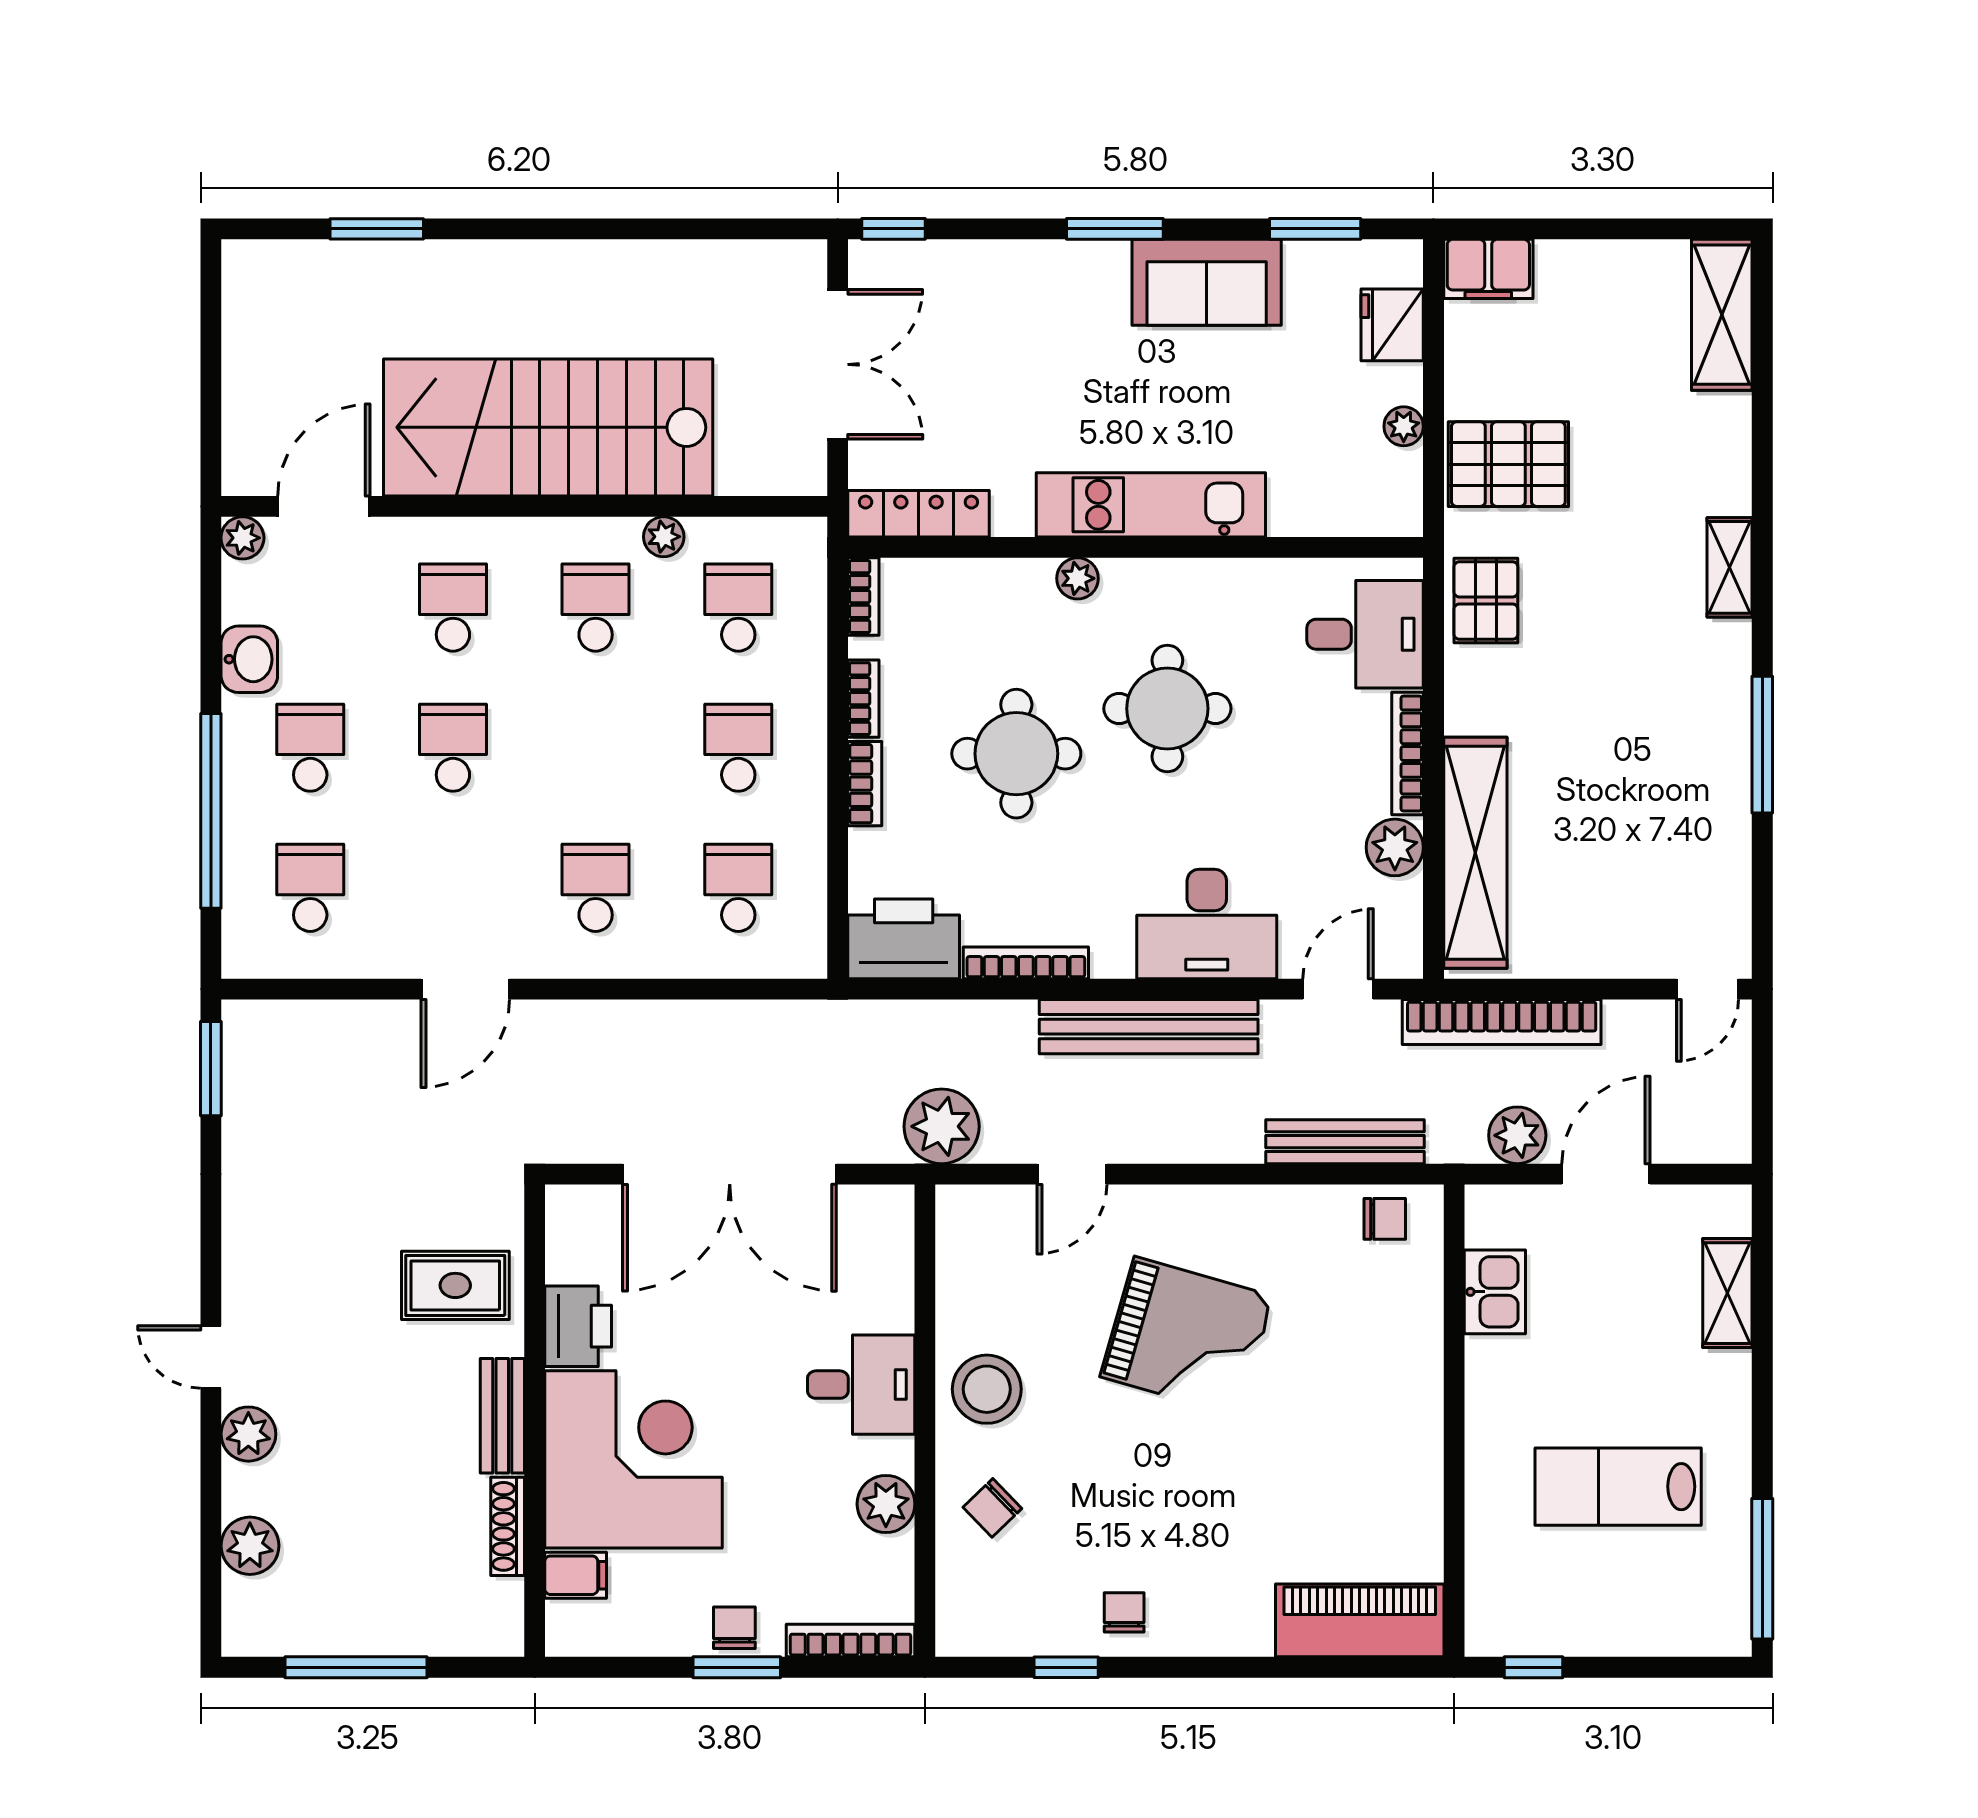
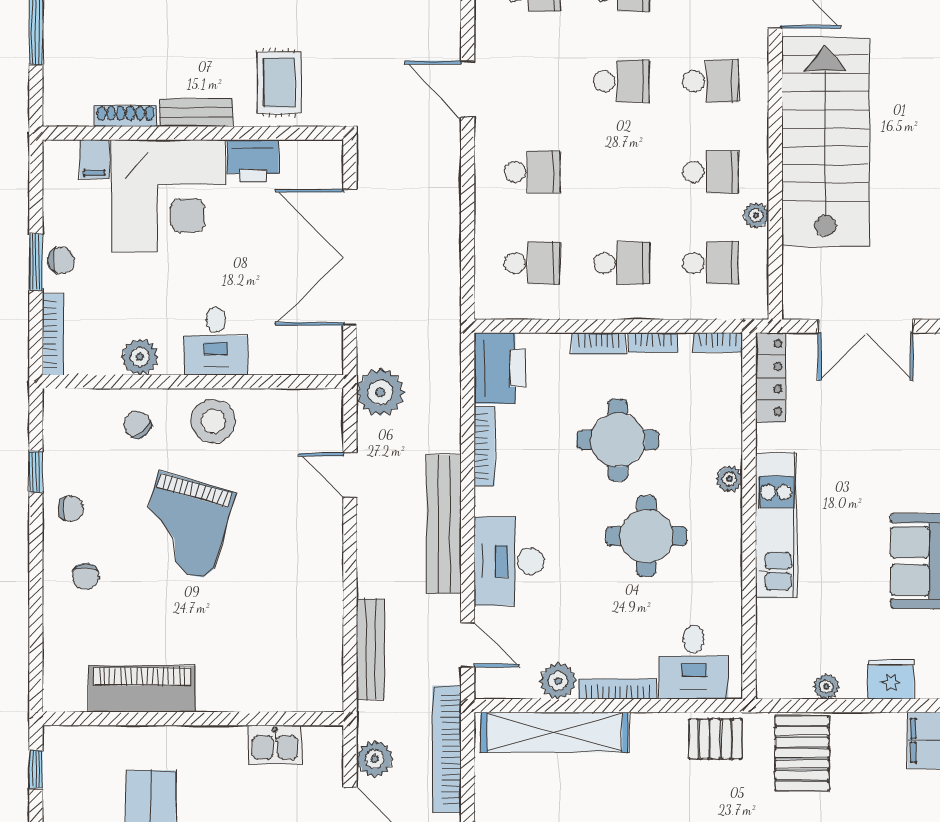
chair: (1385, 1219) -> (86, 576), moved
grand piano: (1187, 1336) -> (185, 526), moved
piano: (1360, 1620) -> (142, 689), moved, turned -90

